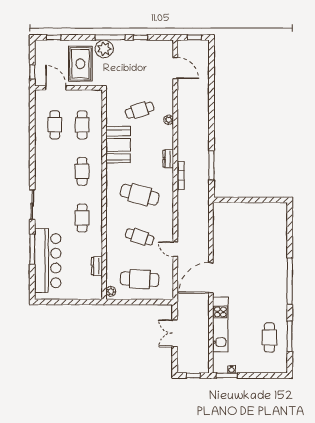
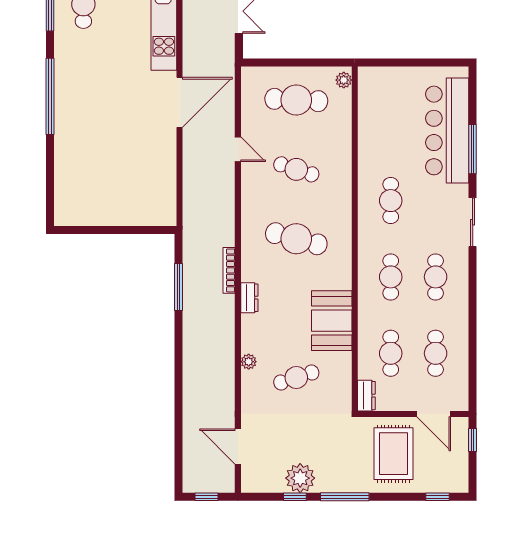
plant: (104, 49) -> (300, 478), moved
cafe table: (55, 171) -> (436, 277), added
dresser: (97, 266) -> (366, 396), moved

